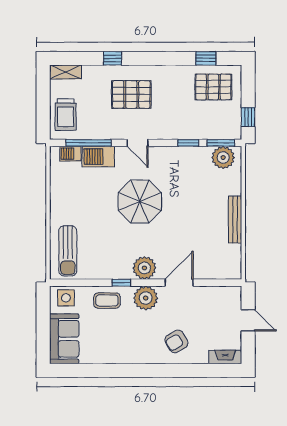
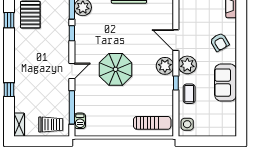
pallet: (131, 94) -> (36, 76), removed
barbecue: (98, 157) -> (82, 100), removed
sofa: (64, 339) -> (226, 83), moved, turned -90

